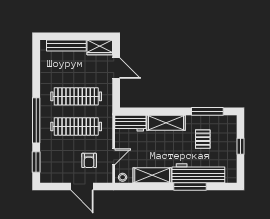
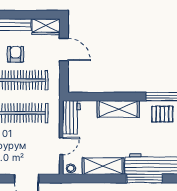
workbench: (130, 123) -> (71, 117), moved, turned -90
pallet: (203, 139) -> (162, 114), moved, turned 90
armchair: (89, 160) -> (16, 54), moved, turned 180

